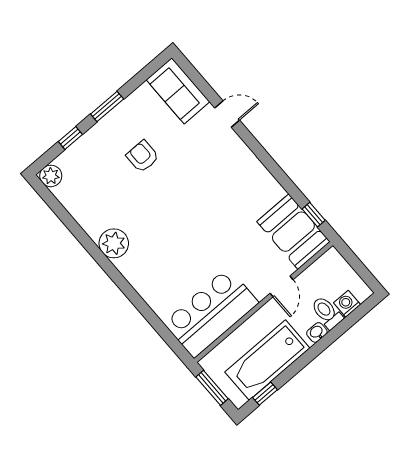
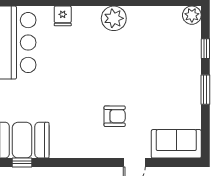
armchair: (143, 156) -> (115, 116), moved
fridge: (151, 291) -> (63, 16), added

